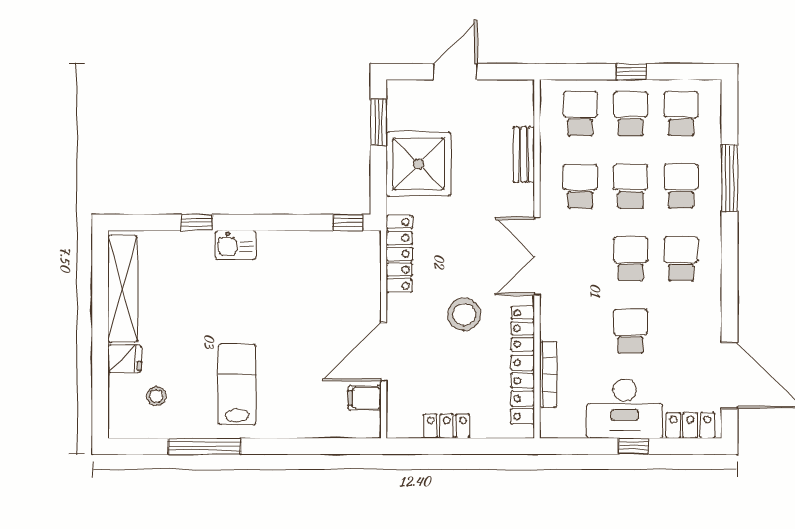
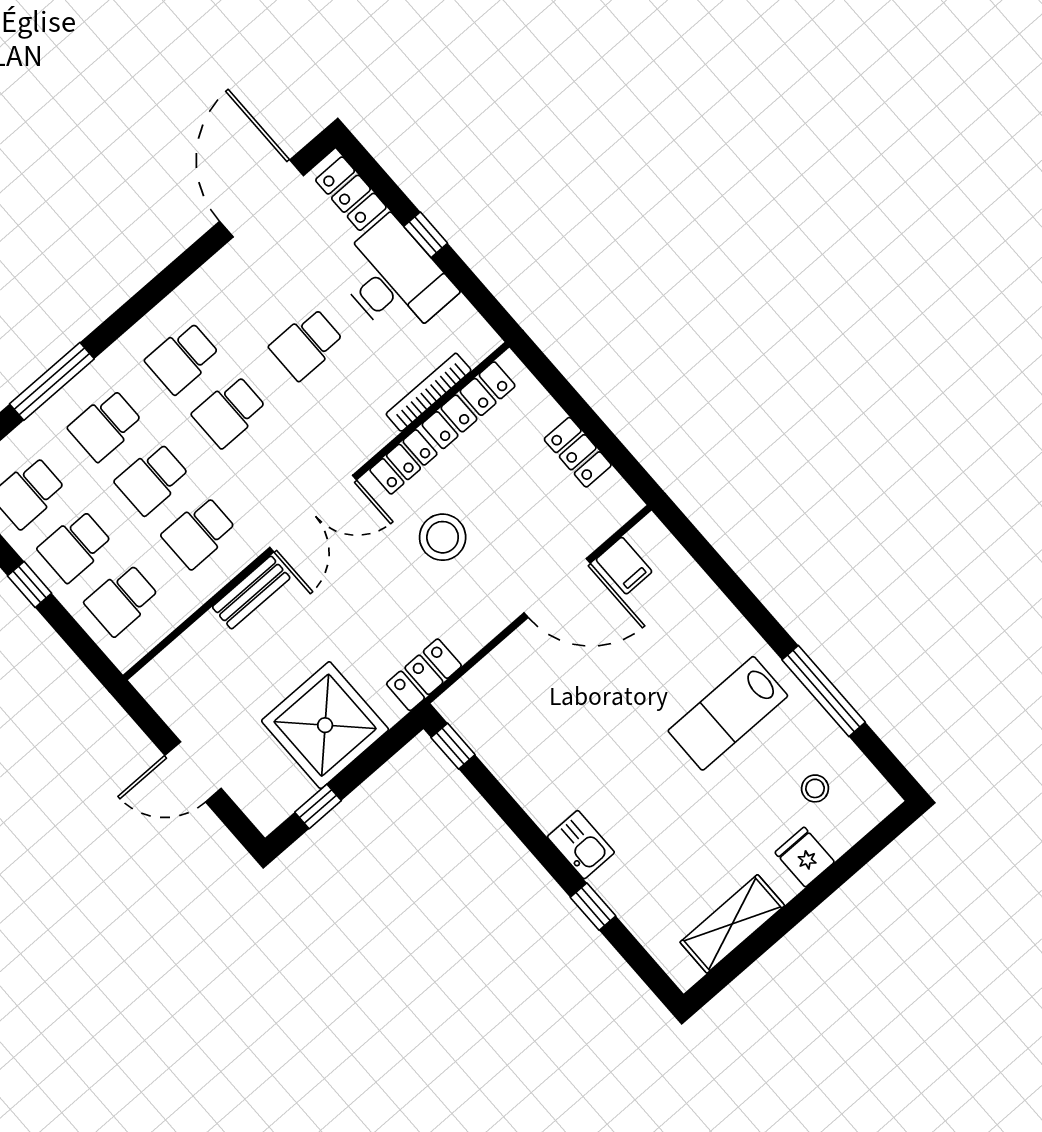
window: (378, 122) -> (318, 806), width x0.67
bench: (524, 155) -> (251, 592), moved
locker: (399, 254) -> (424, 675), width x0.66
shelving: (123, 289) -> (732, 924), width x0.68

